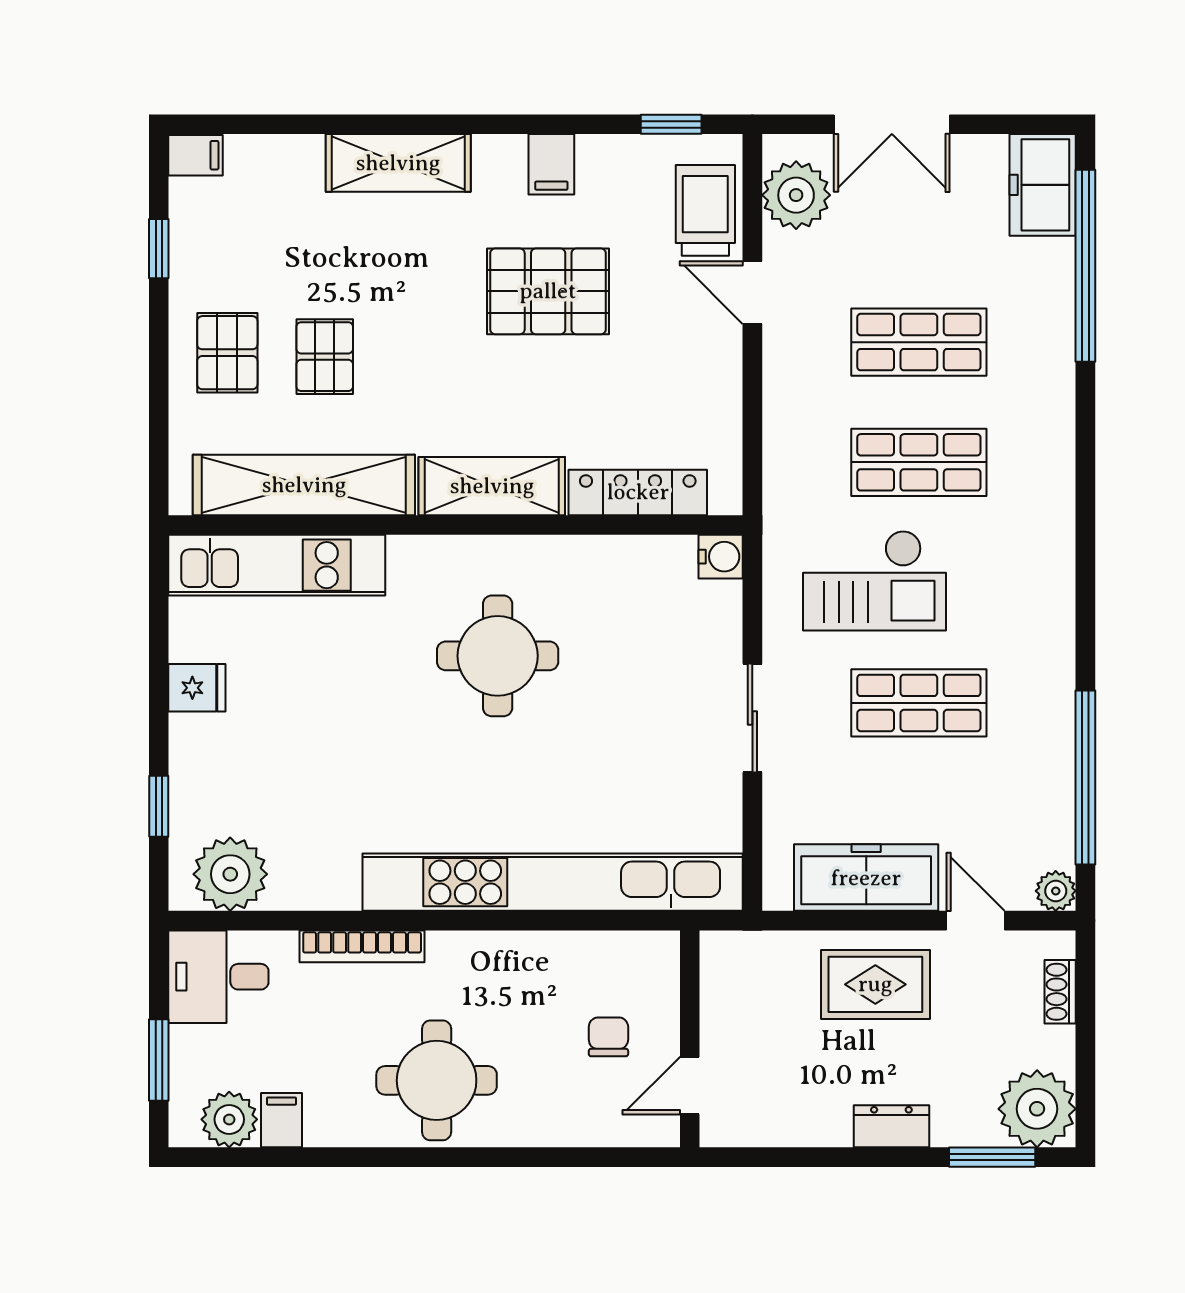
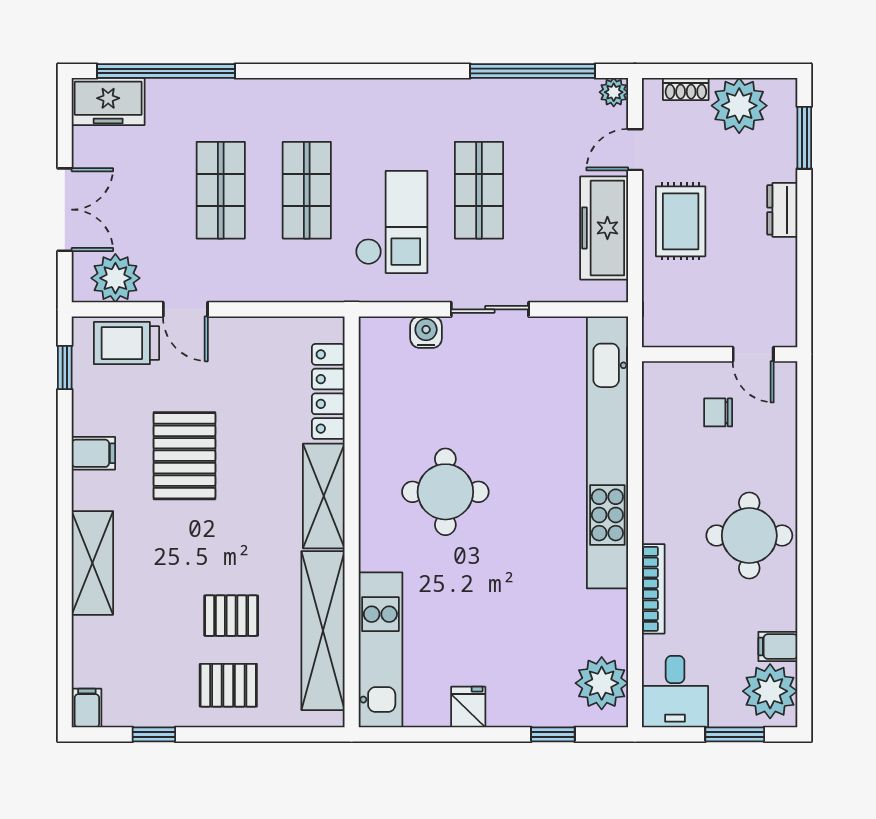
door: (752, 293) -> (185, 309), hinge flipped
water cooler: (721, 557) -> (426, 332), moved
plant: (1037, 1109) -> (739, 106), moved
plant: (229, 1119) -> (770, 691), width x1.36, depth x1.36

